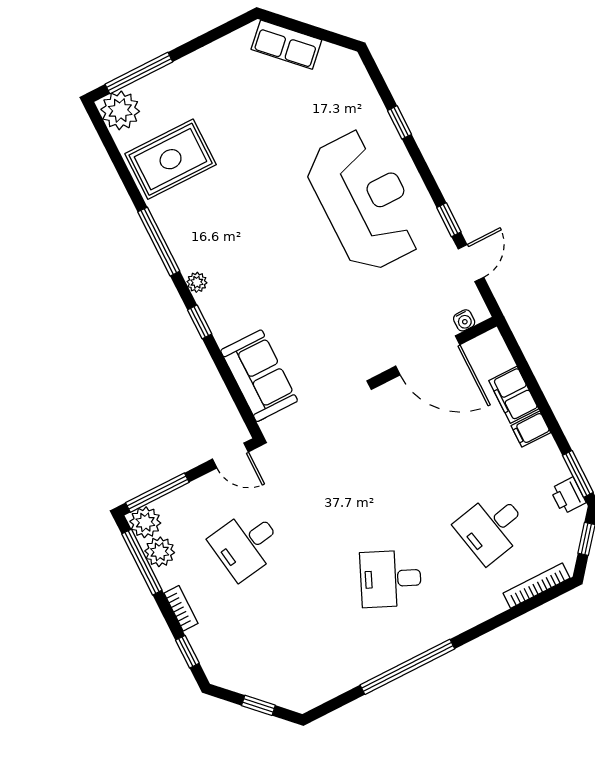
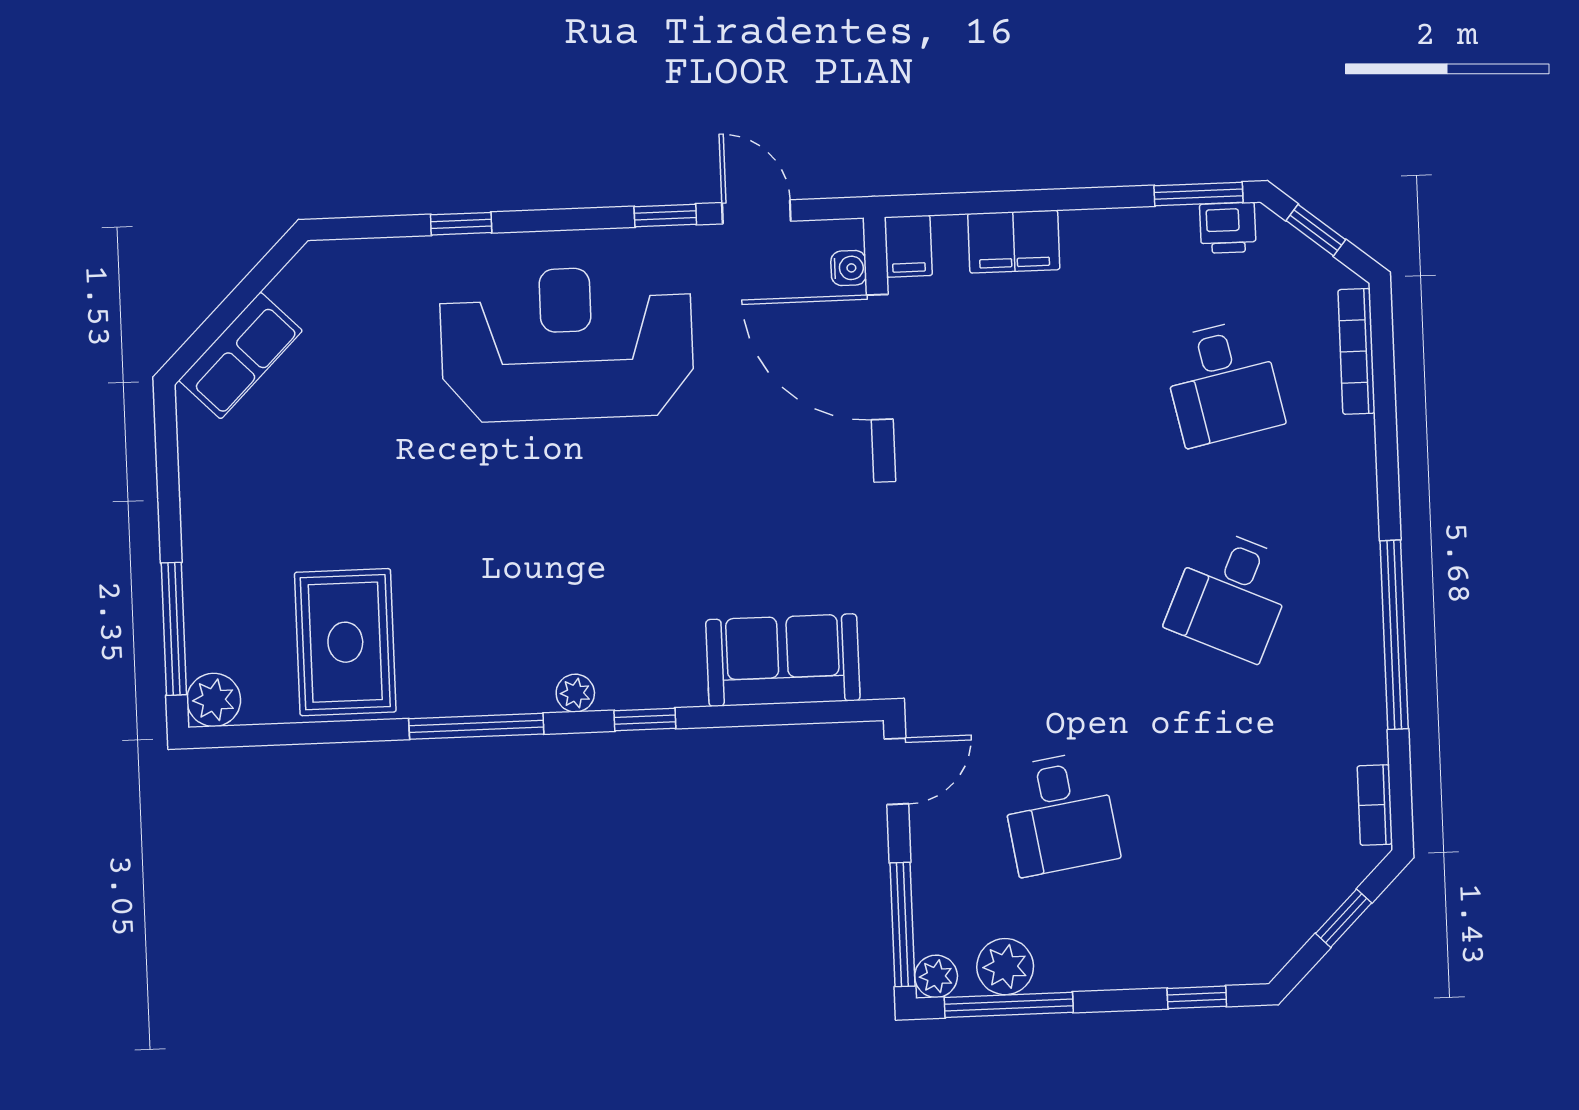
plant: (120, 110) -> (214, 700), width x0.73, depth x0.73
door: (428, 355) -> (880, 357), swing flipped
filing cabinet: (531, 429) -> (908, 246), moved
plant: (145, 522) -> (936, 976), width x0.73, depth x0.73
bookcase: (181, 608) -> (1375, 805), moved, turned -90

